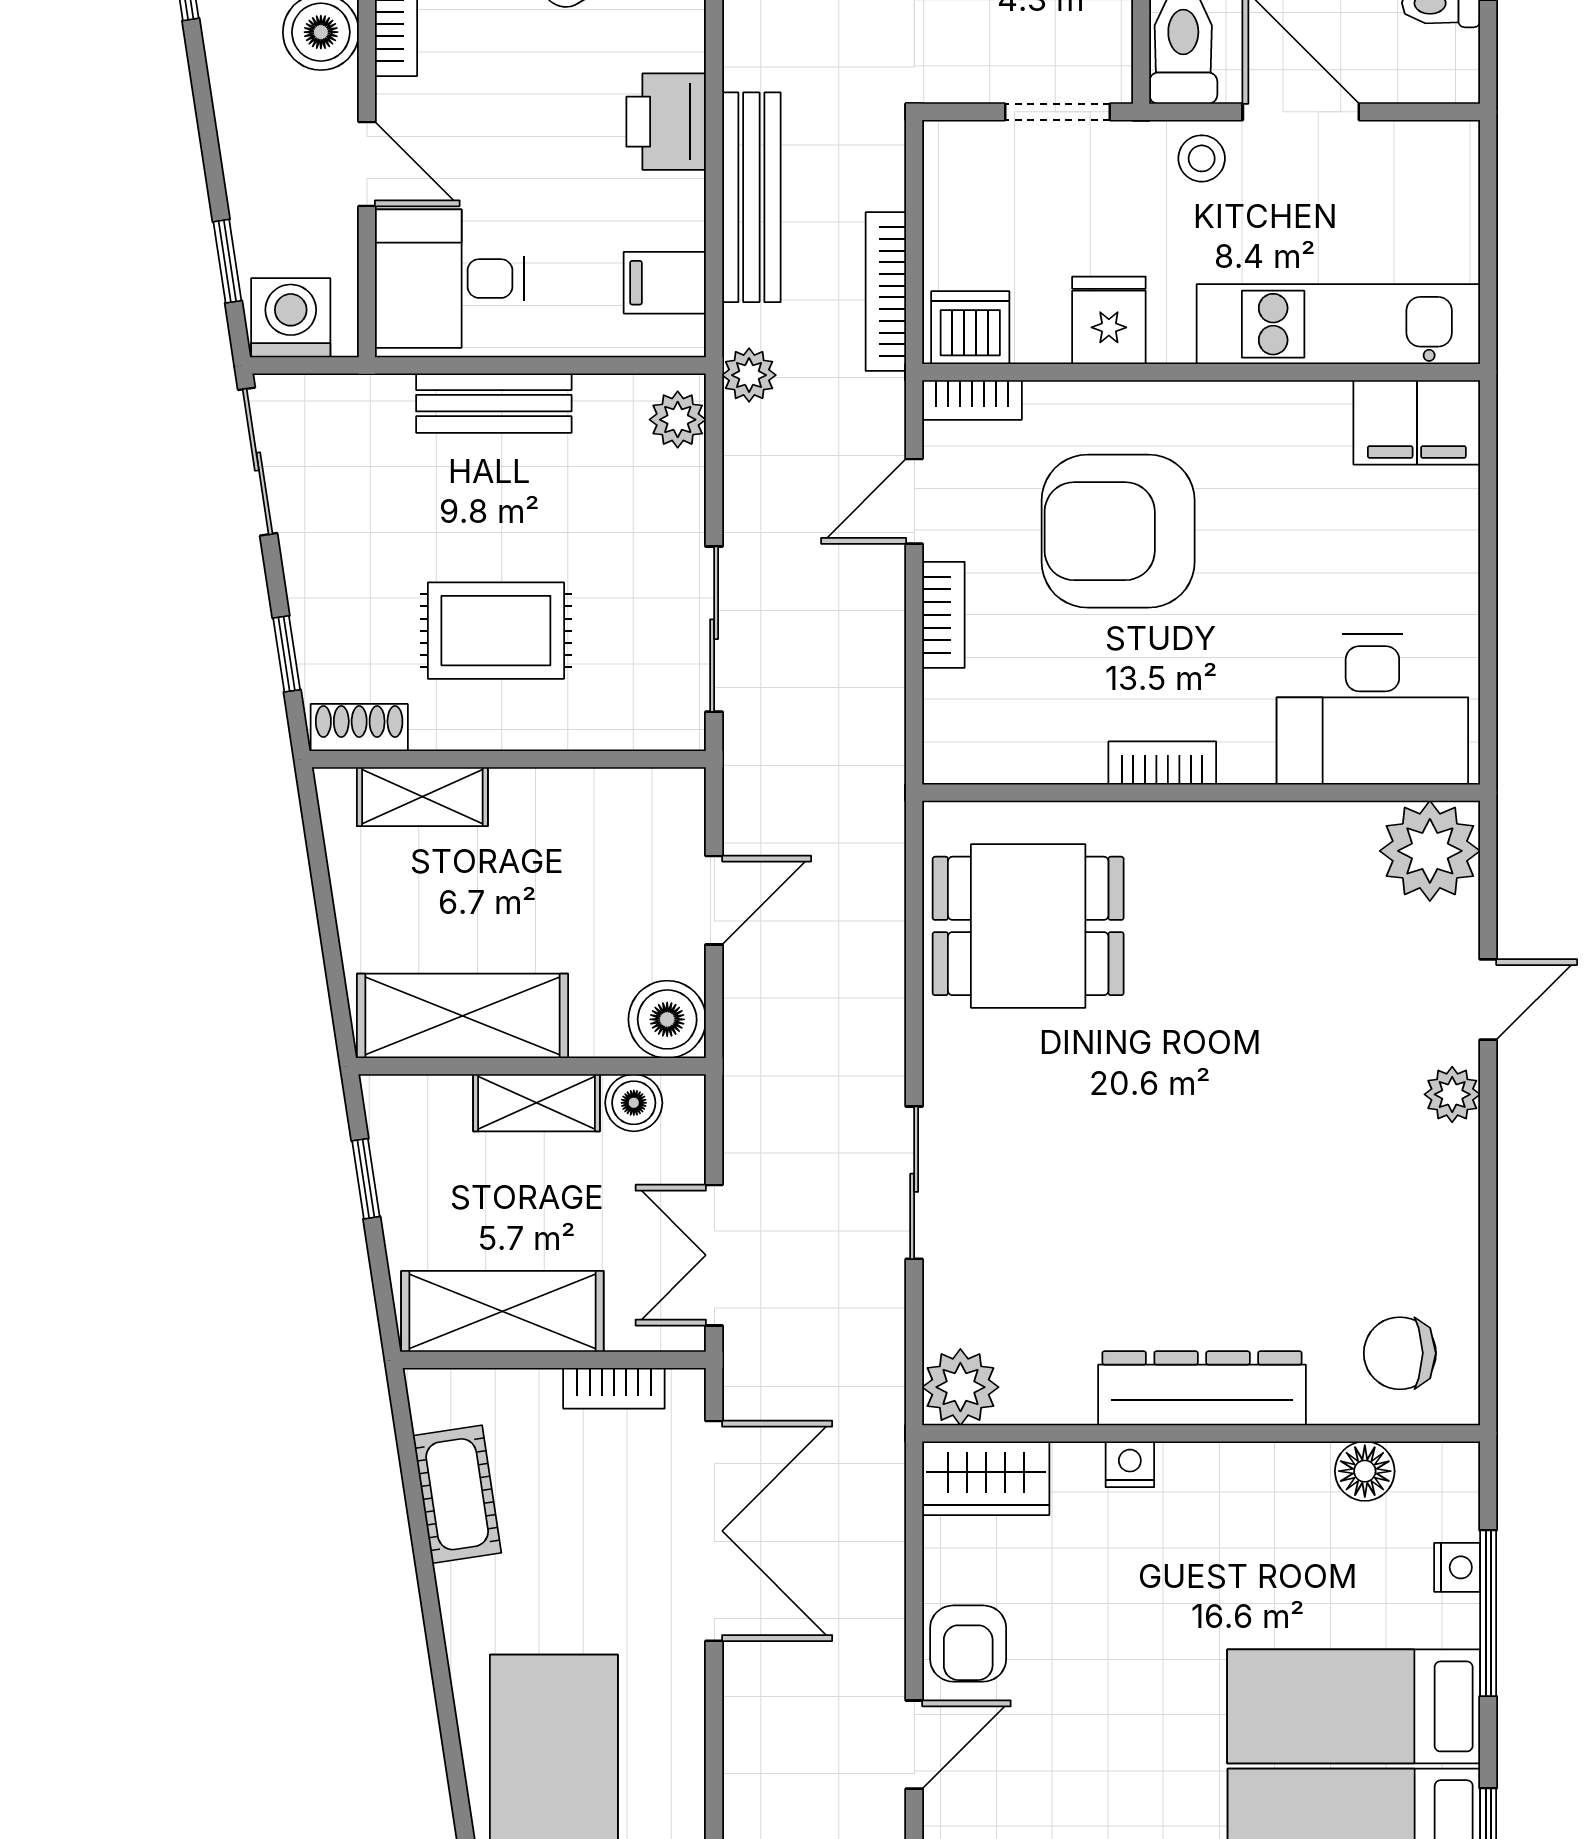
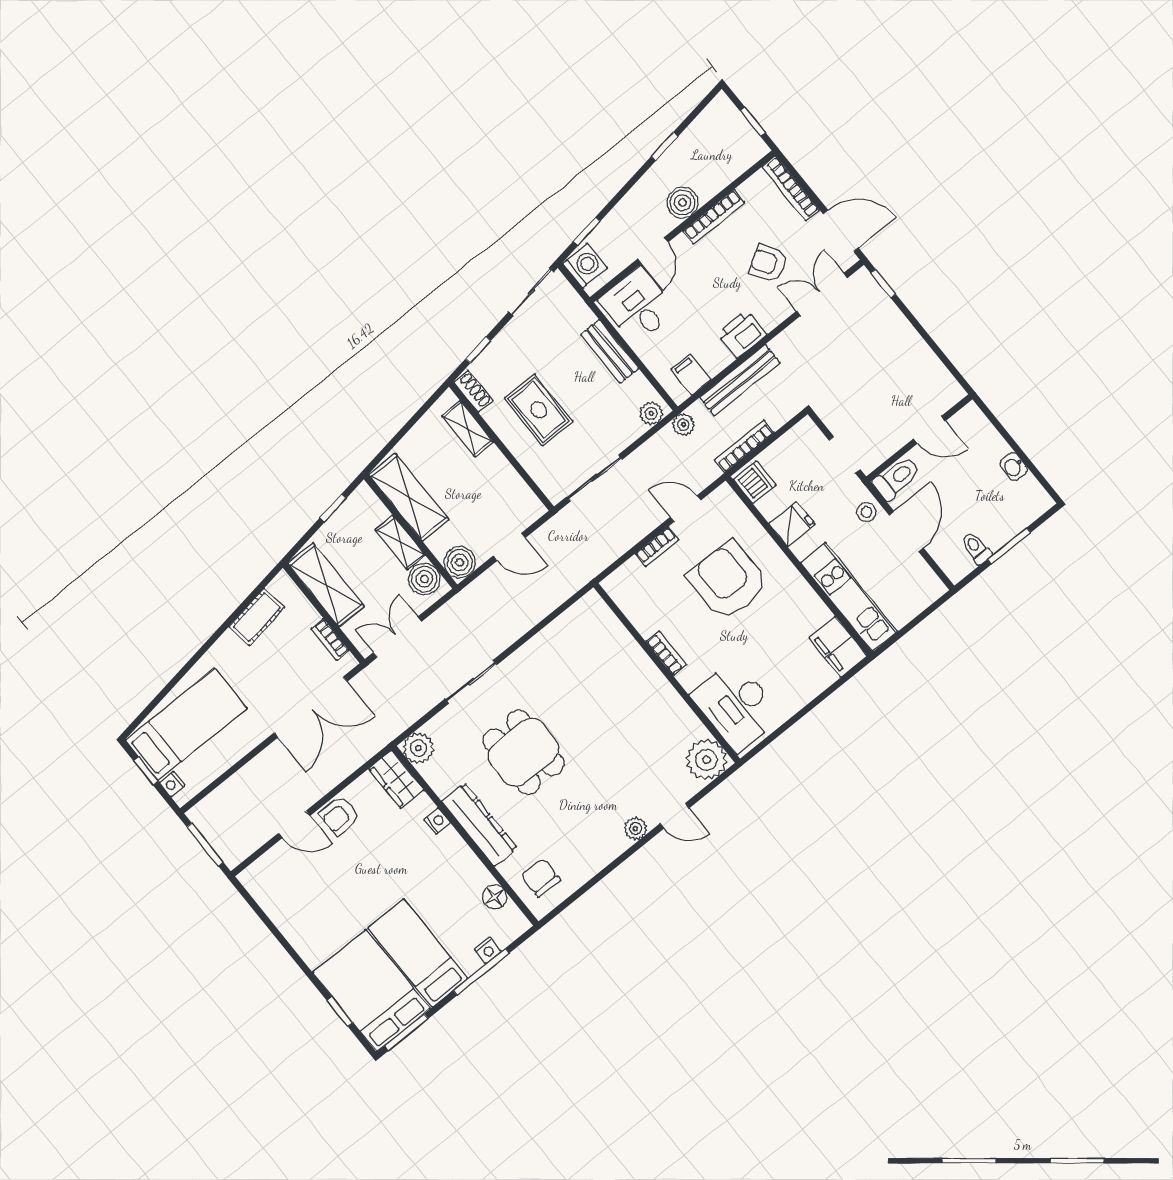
bookcase: (972, 400) -> (732, 501), removed
dining table: (1028, 926) -> (524, 752), moved
boiler: (634, 1103) -> (424, 579), width x1.36, depth x1.36

